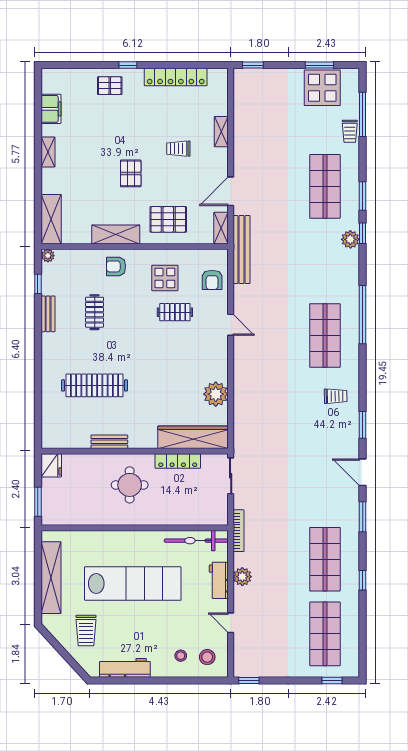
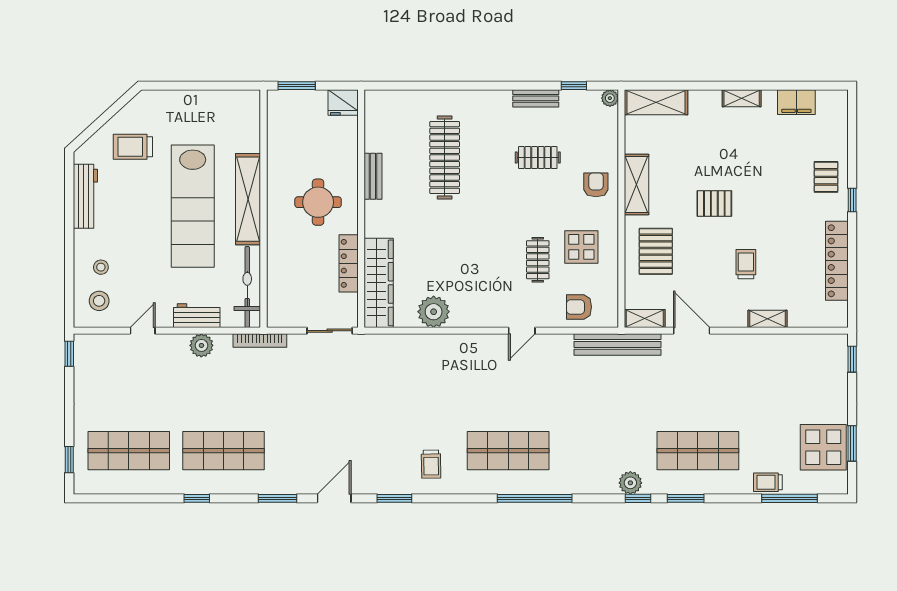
shelving: (51, 578) -> (248, 199), moved, turned 90

